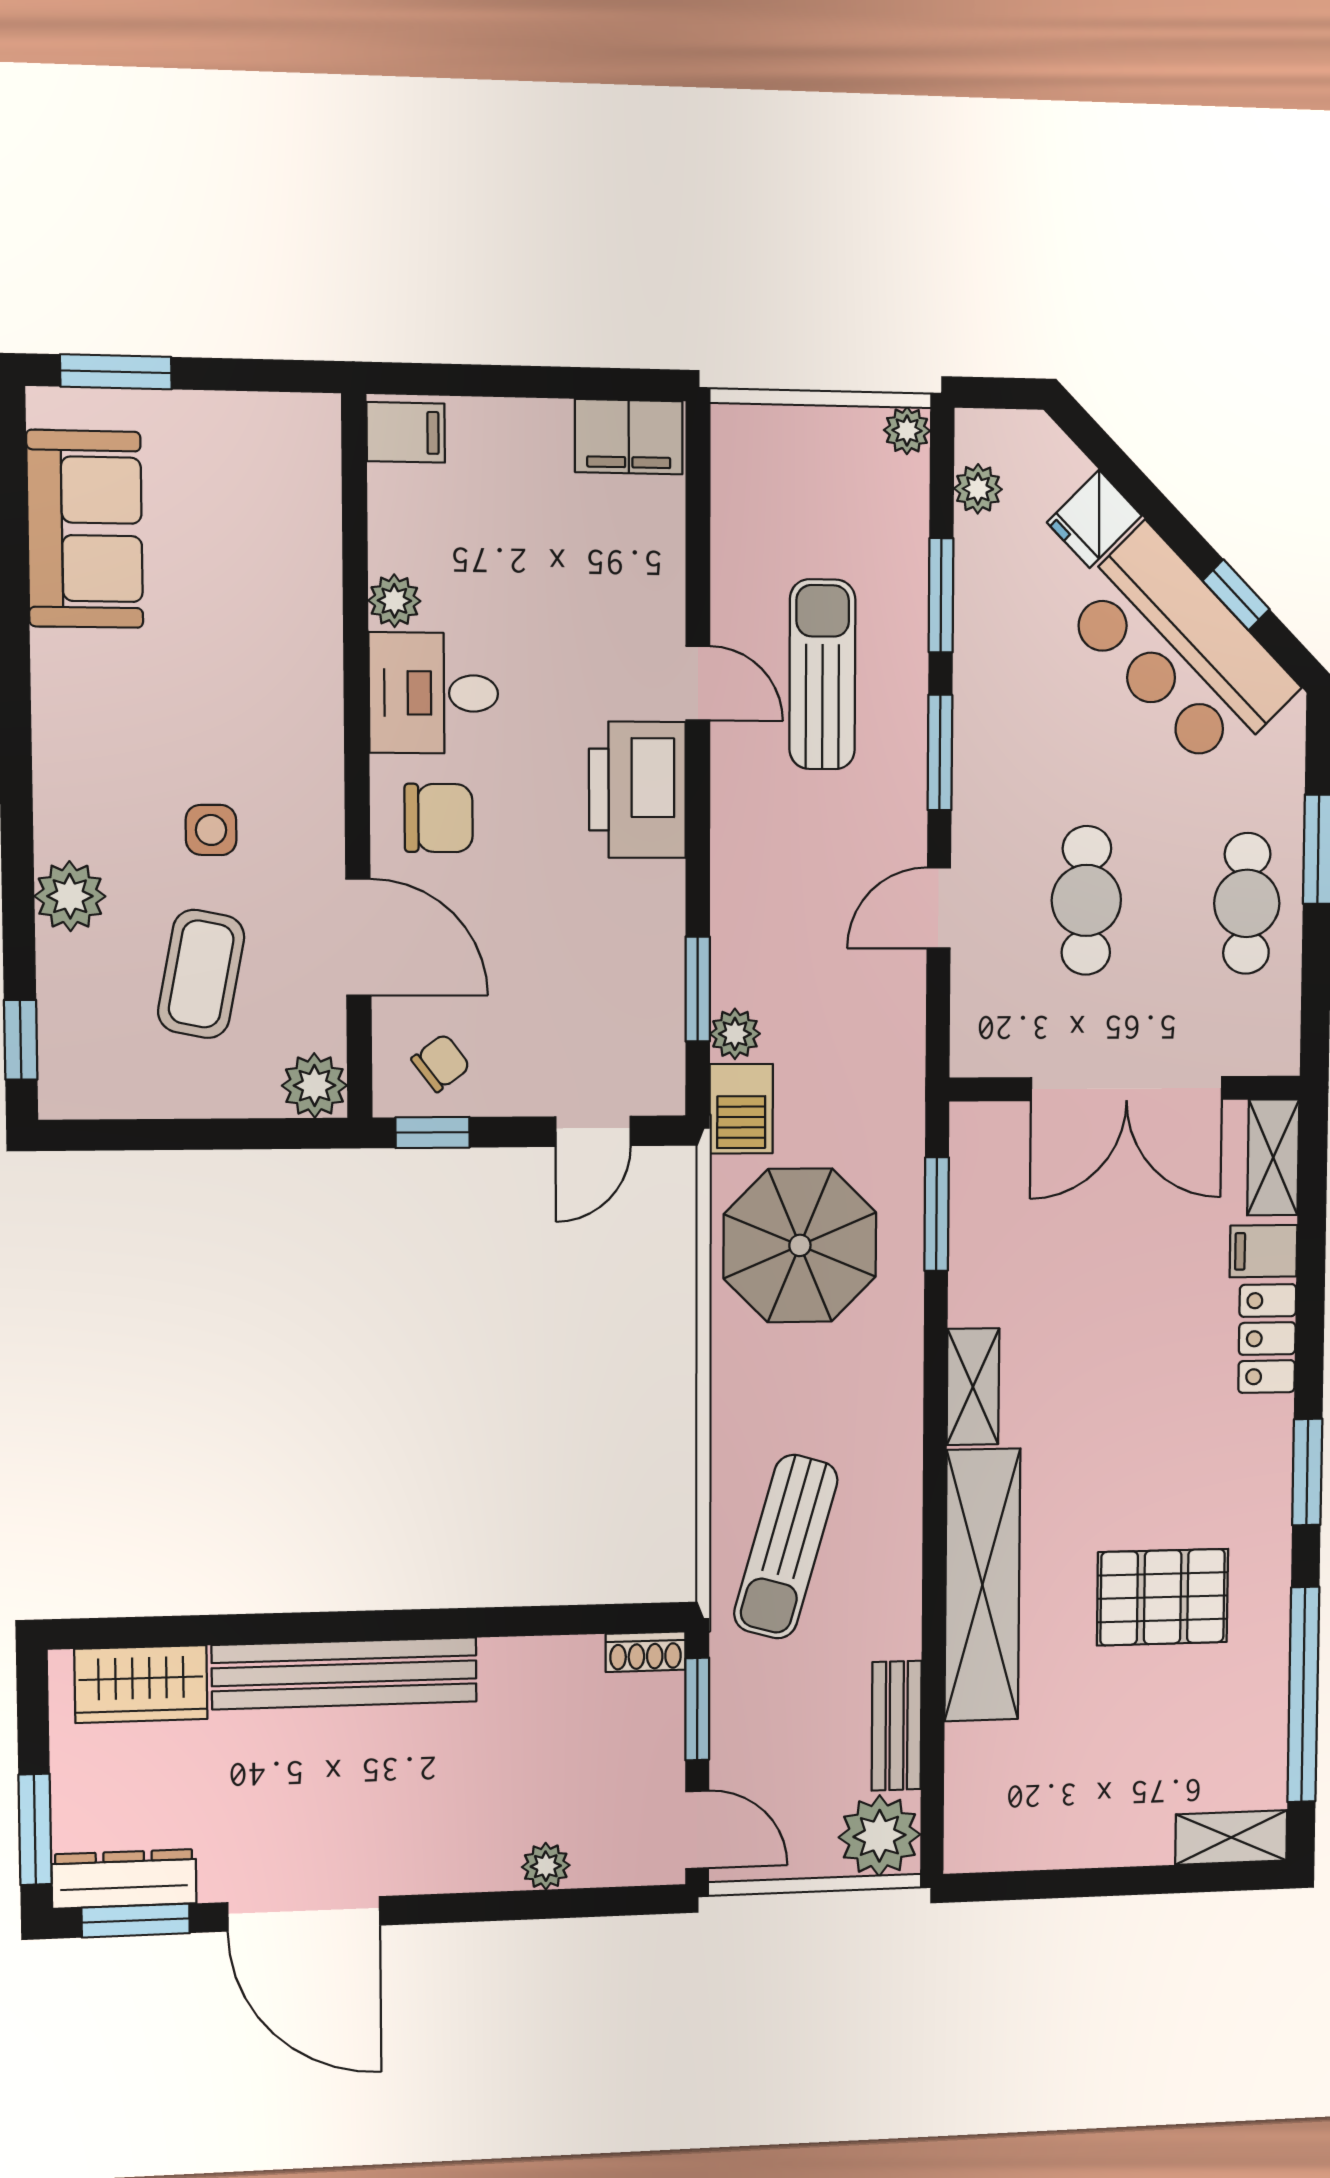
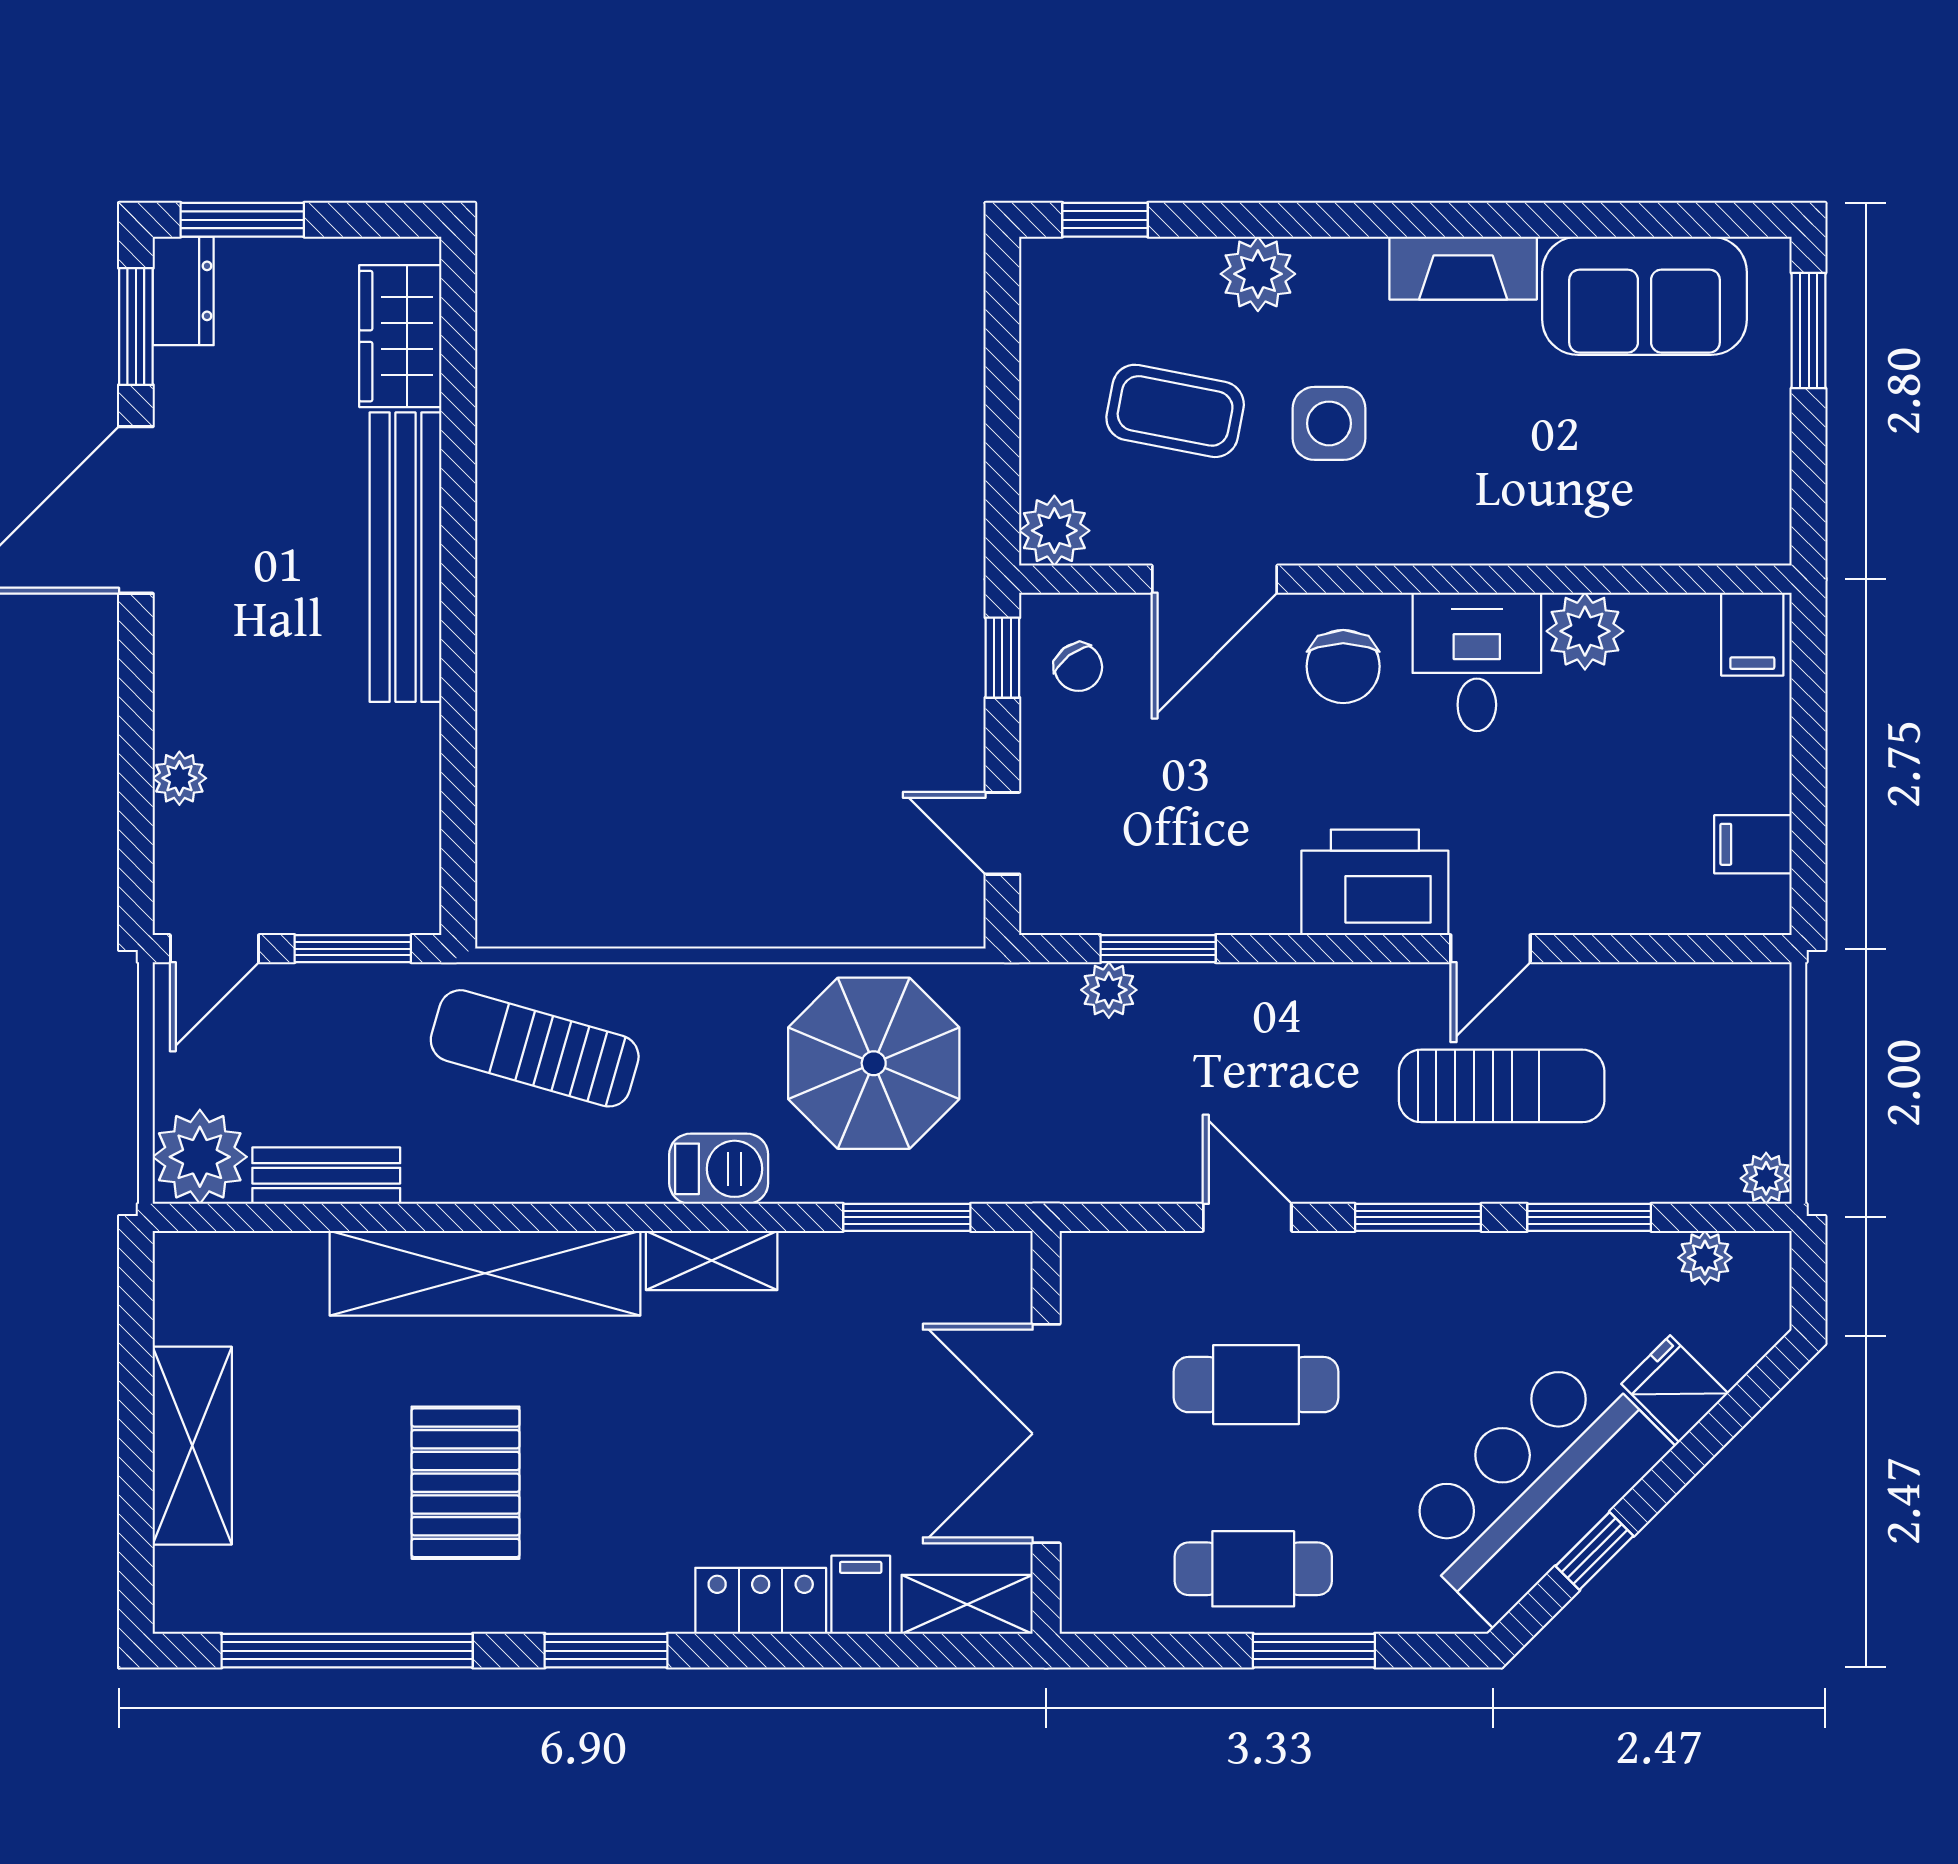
filing cabinet: (629, 437) -> (1753, 844), width x0.50
plant: (394, 601) -> (1585, 631), width x1.38, depth x1.38
fireplace: (61, 702) -> (1463, 268), added
side table: (211, 830) -> (1329, 423), width x1.37, depth x1.37
barbecue: (741, 1109) -> (719, 1169), moved, turned 180
shoe rack: (646, 1652) -> (420, 891), removed
shelving: (1231, 1837) -> (192, 1446), moved, width x1.50, depth x1.33
dresser: (124, 1879) -> (183, 291), width x0.70

